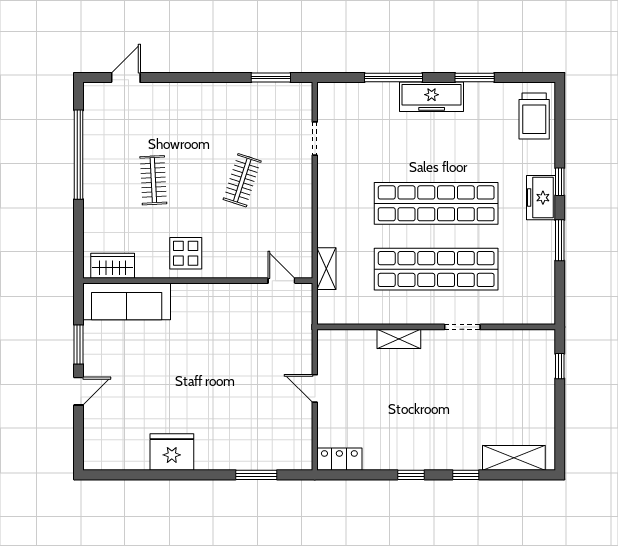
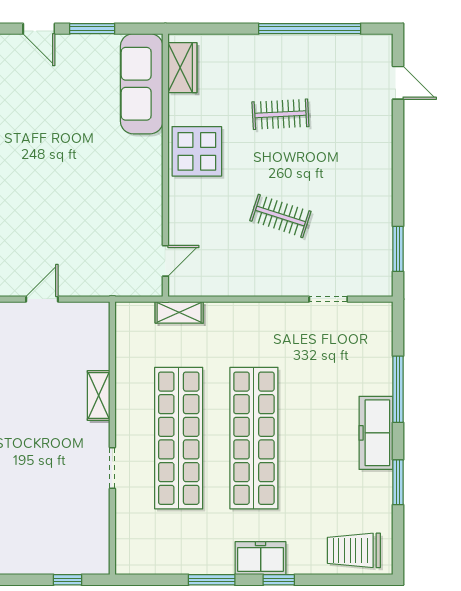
display table: (186, 253) -> (197, 151), width x1.36, depth x1.36

